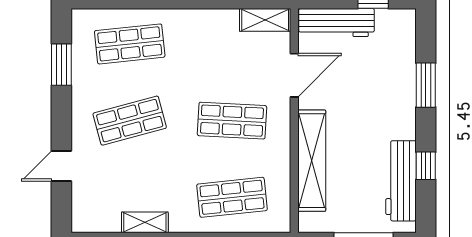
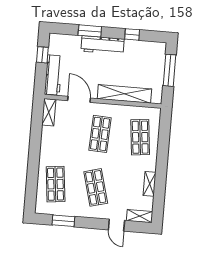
workbench: (401, 181) -> (103, 45), moved
shelving: (82, 208) -> (140, 216), added

